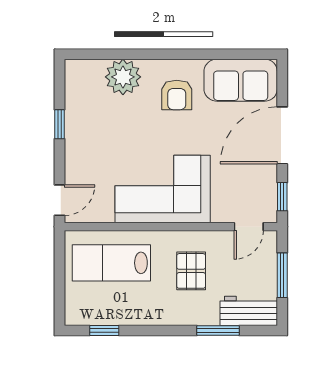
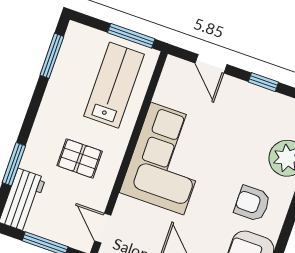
door: (60, 200) -> (211, 64), moved
window: (60, 263) -> (131, 36), added
window: (104, 331) -> (52, 56), width x1.50

